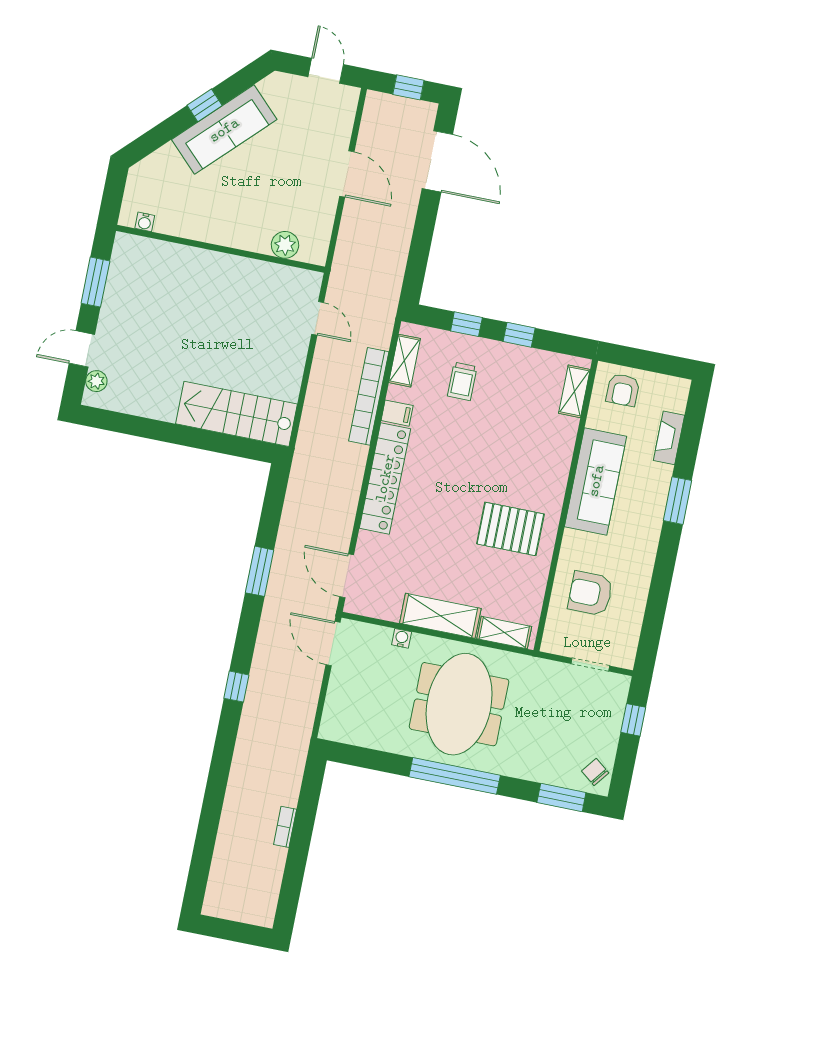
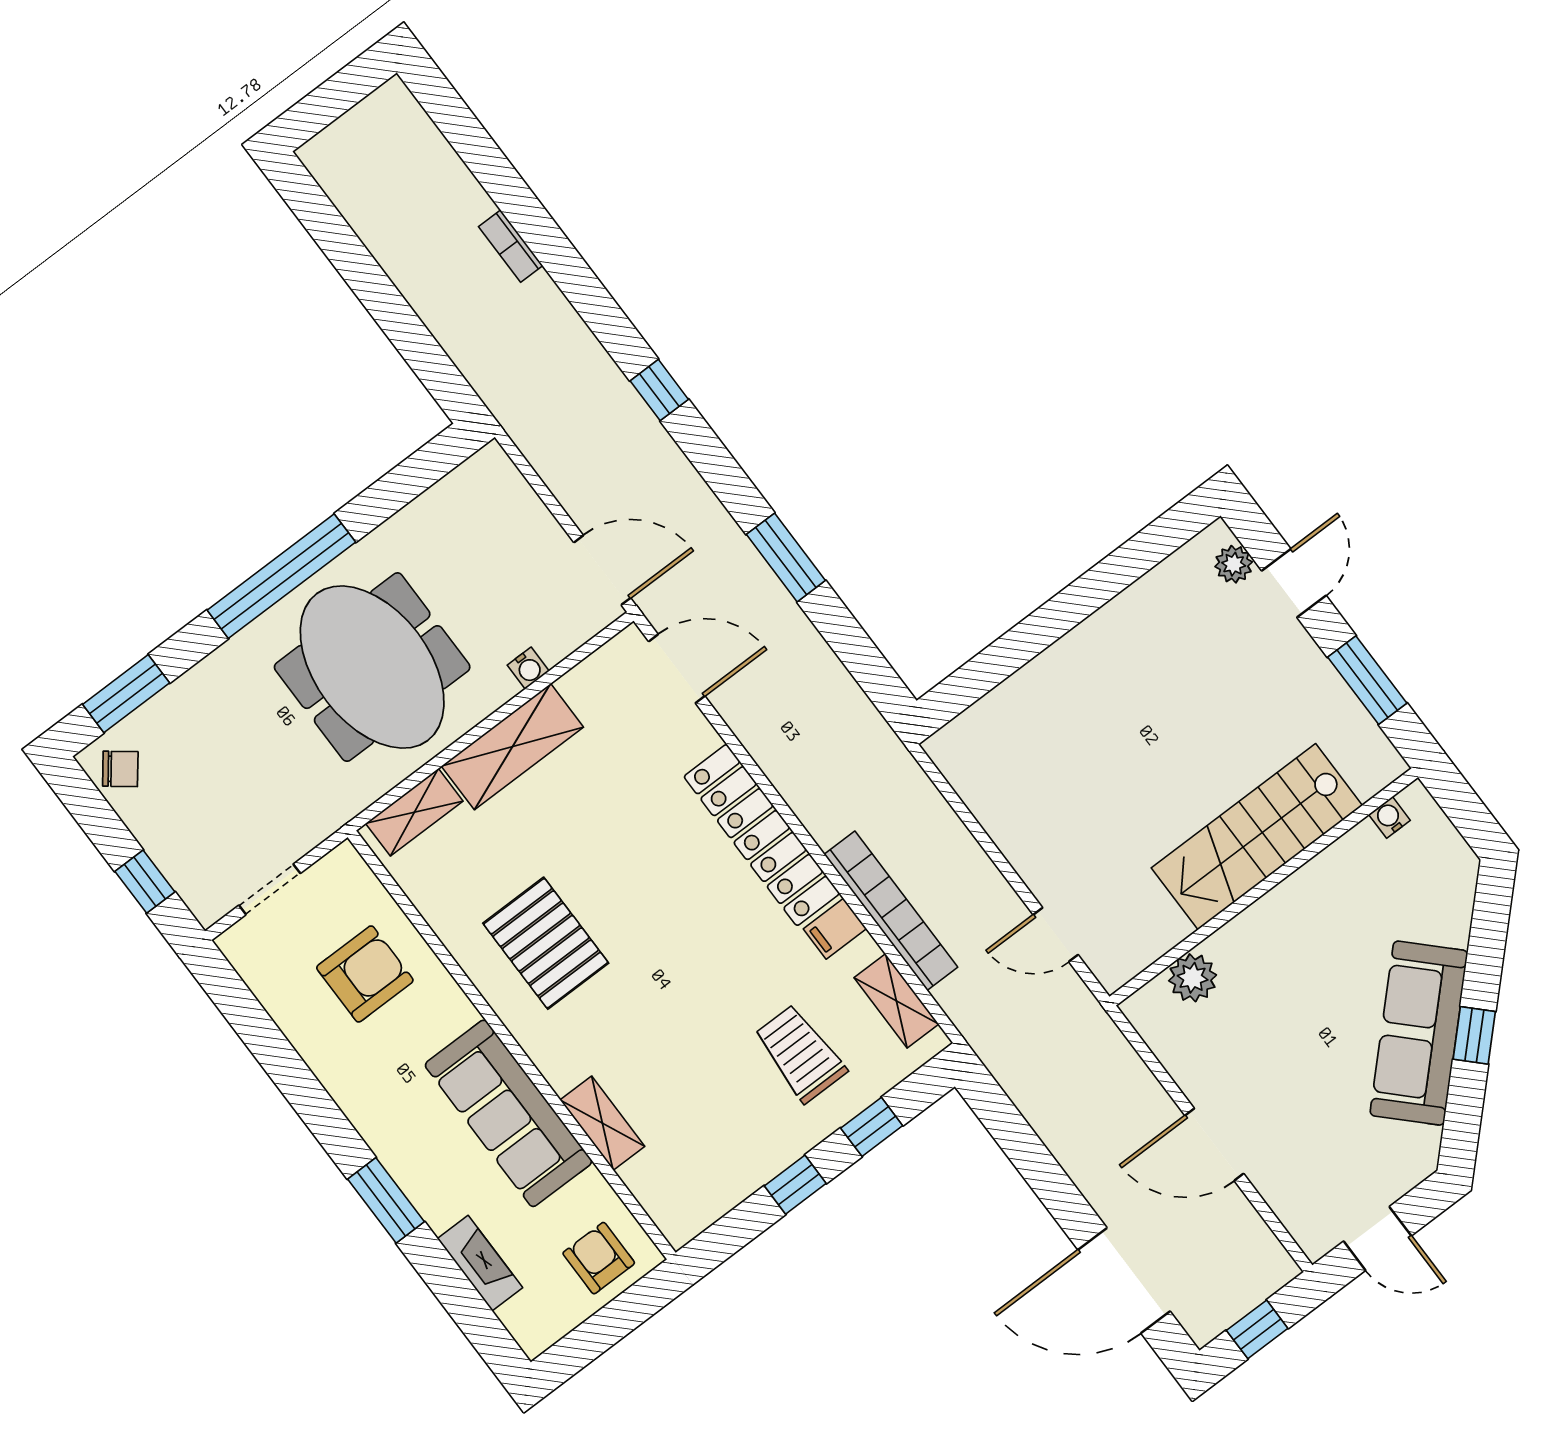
trolley: (462, 381) -> (800, 1053), width x1.36, depth x1.39
shelving: (574, 391) -> (602, 1123), moved
stairs: (237, 414) -> (1257, 837), moved, turned 180
pallet: (510, 529) -> (546, 943), turned 90
bookcase: (285, 827) -> (511, 246), moved, turned 180

